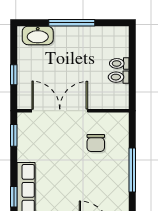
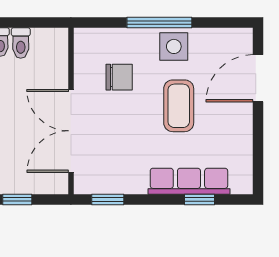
side table: (116, 180) -> (174, 46), added
coffee table: (77, 183) -> (179, 106), added

